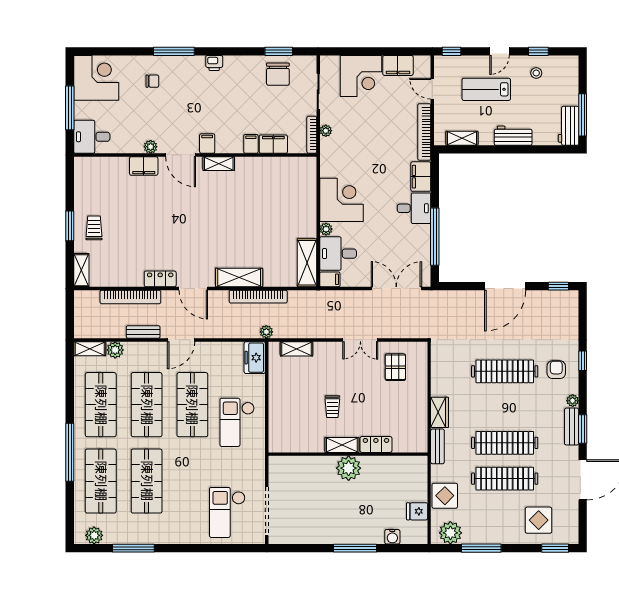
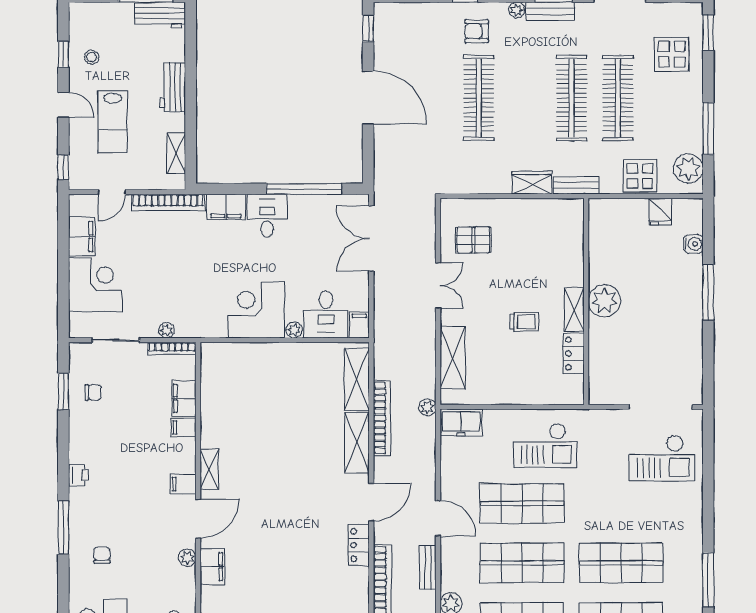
chair: (278, 74) -> (93, 392), width x0.54, depth x0.54
shelving: (307, 263) -> (357, 379), moved, turned 90
shelving: (297, 349) -> (453, 358), width x1.50, depth x1.33
locker: (376, 444) -> (574, 354), moved

